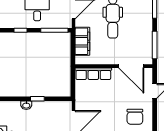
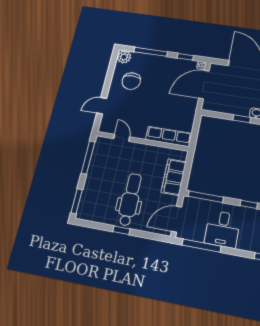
door: (131, 66) -> (122, 138), width x0.53
chair: (135, 117) -> (131, 81), turned 180

